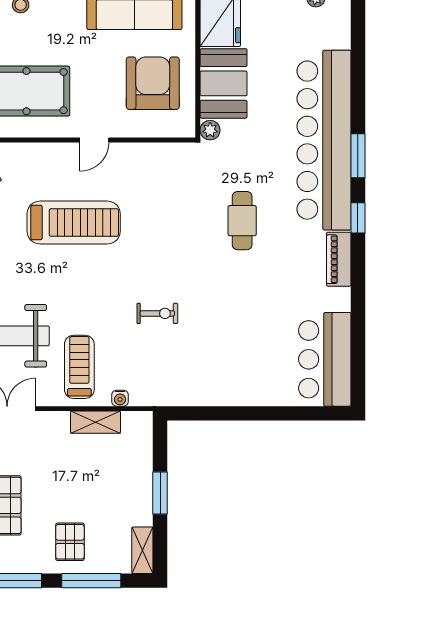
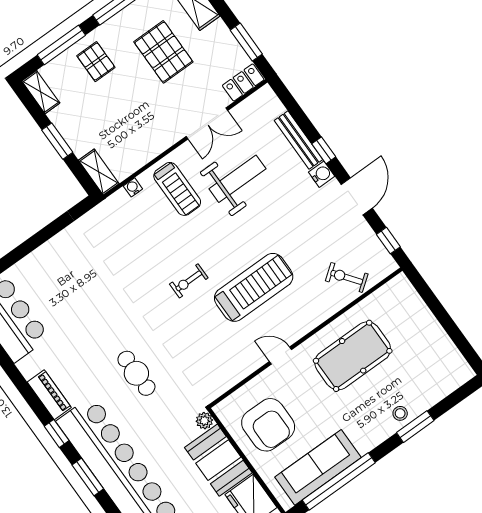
door: (94, 140) -> (281, 356), hinge flipped
treadmill: (74, 223) -> (254, 287), turned 180
exercise bike: (157, 313) -> (189, 281), moved
shelving: (96, 422) -> (99, 172), moved, turned 90

